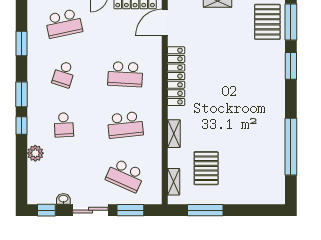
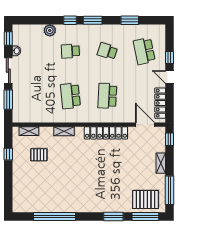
pallet: (206, 168) -> (39, 155), width x0.67, depth x0.71
school desk: (125, 176) -> (34, 96), removed
window: (205, 210) -> (8, 154), width x0.46

